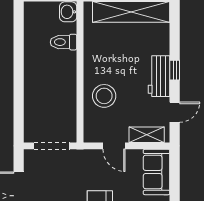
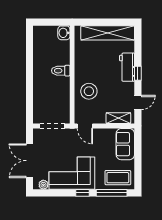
toilet: (64, 42) -> (61, 71), moved
workbench: (159, 76) -> (127, 67), moved
door: (114, 146) -> (85, 126), moved

